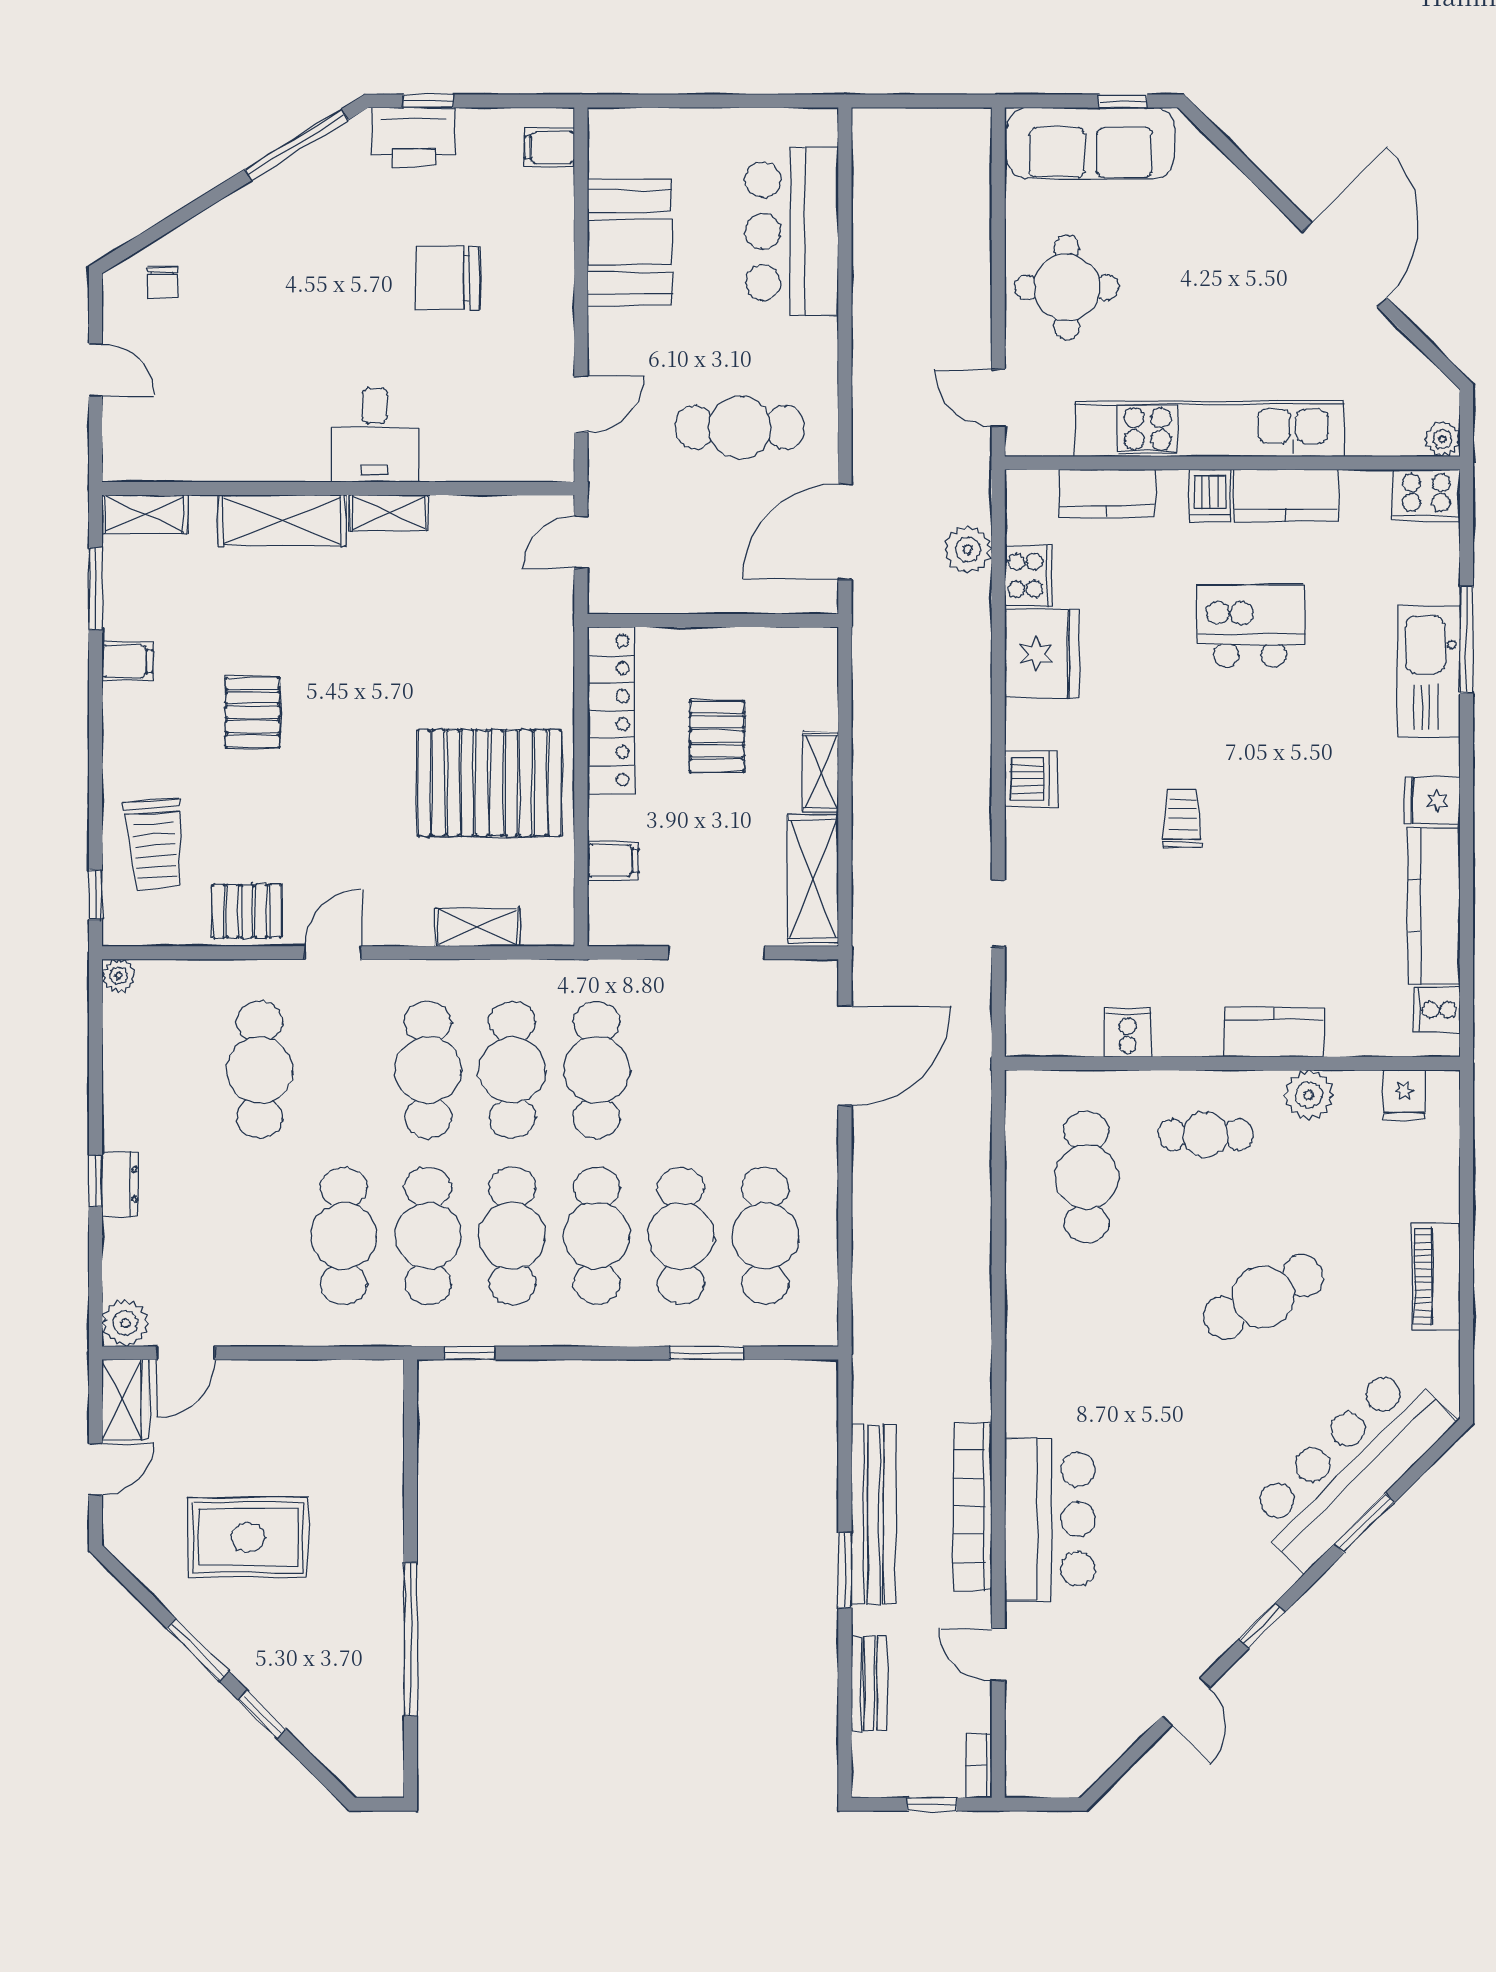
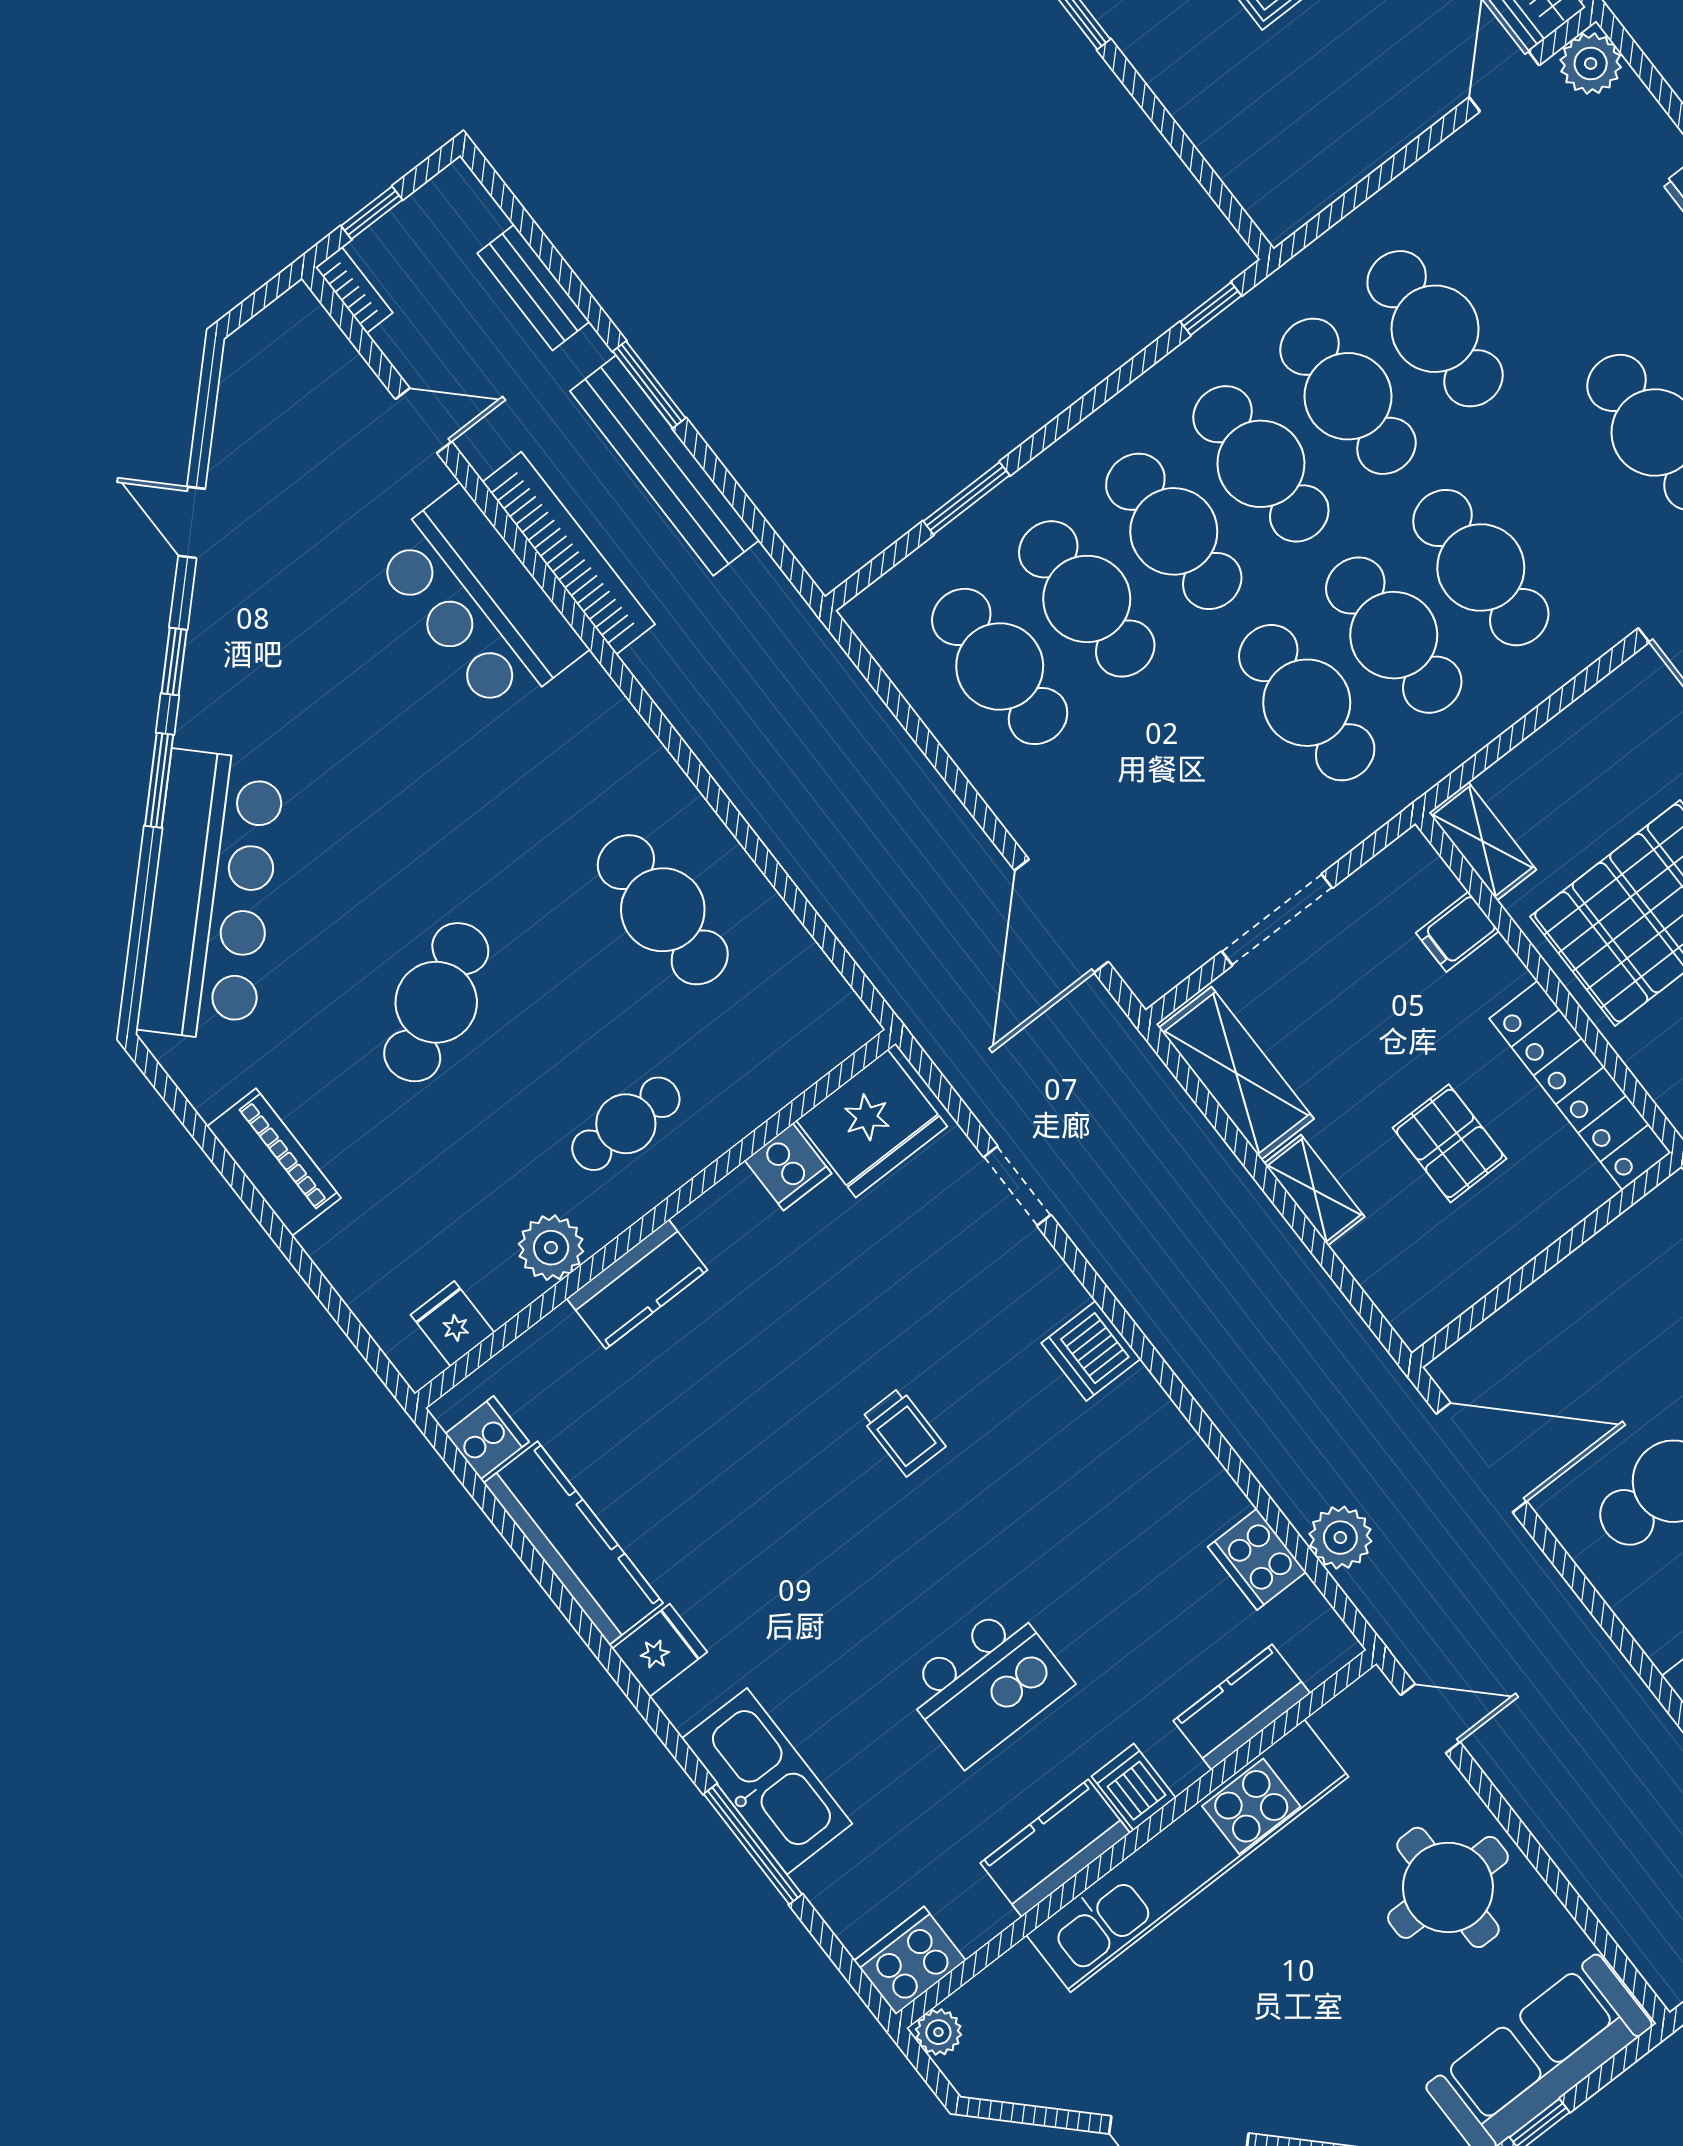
door: (845, 532) -> (1481, 1458), hinge flipped
fridge: (1042, 654) -> (872, 1123), moved, turned -90
shelving: (478, 927) -> (1482, 841), moved, turned 90
cafe table: (1087, 1177) -> (663, 910), moved
window: (1365, 1523) -> (159, 780), moved

